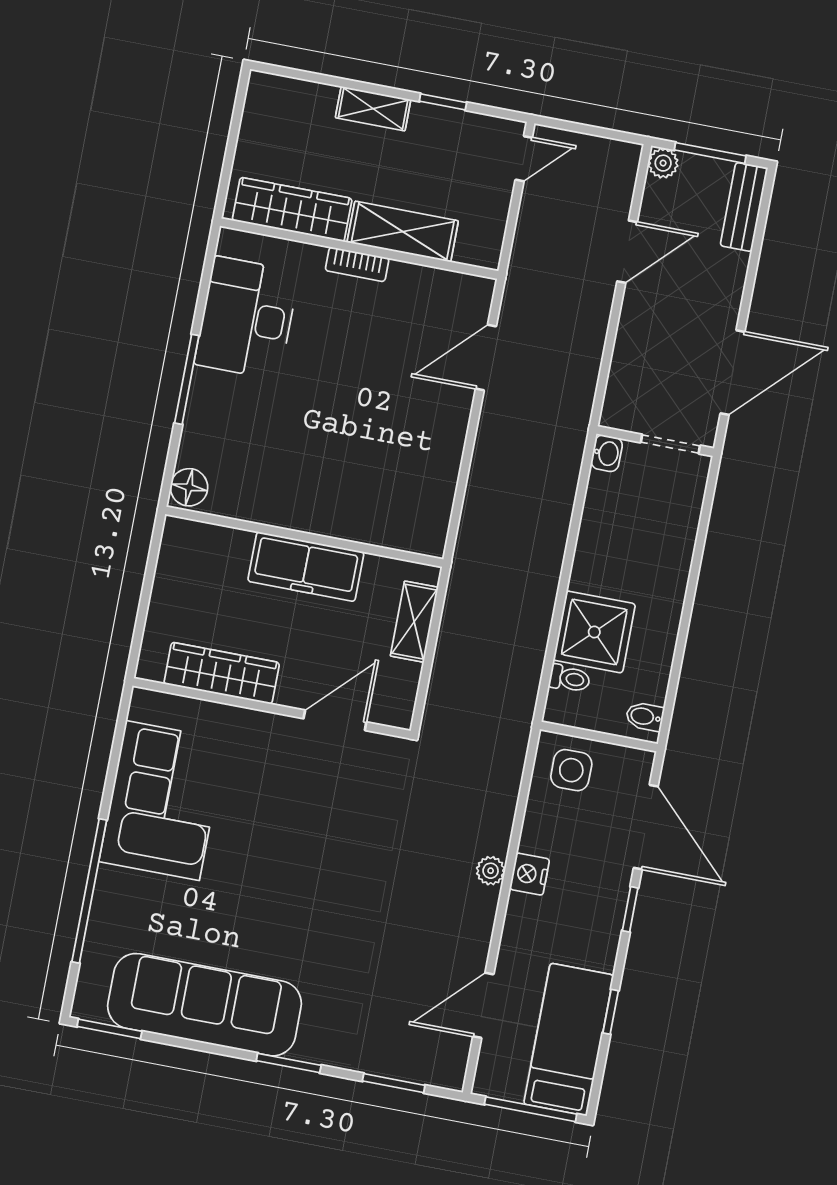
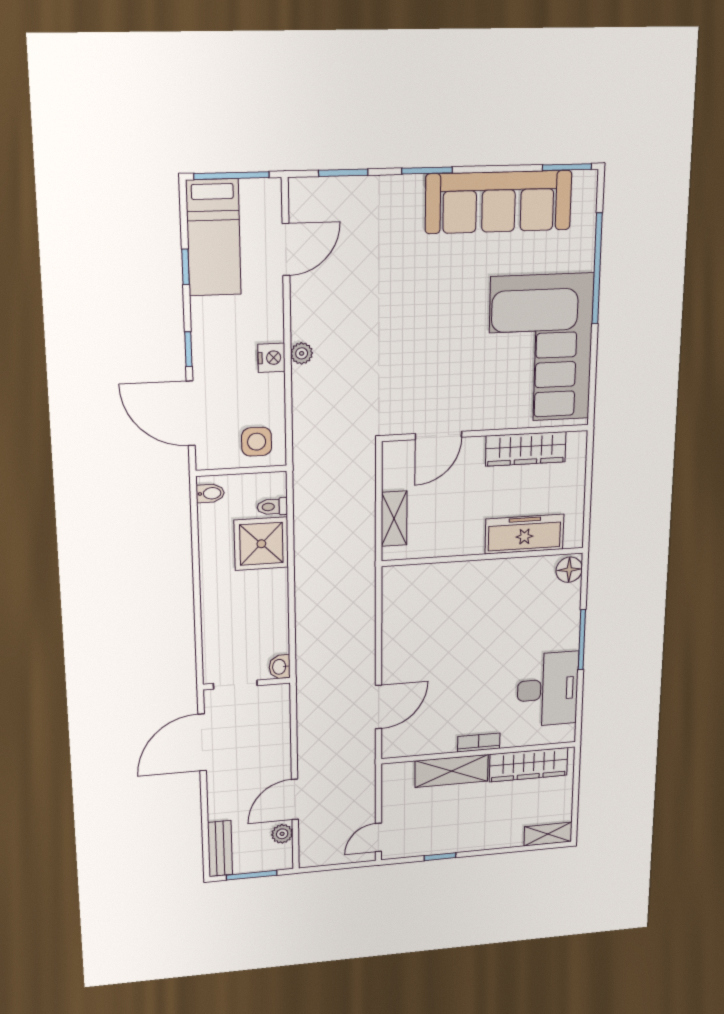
shelving: (373, 109) -> (548, 834), moved
plant: (663, 163) -> (282, 834), moved
freezer: (306, 567) -> (524, 534), moved
corner sofa: (162, 801) -> (540, 348), width x1.36, depth x1.36

